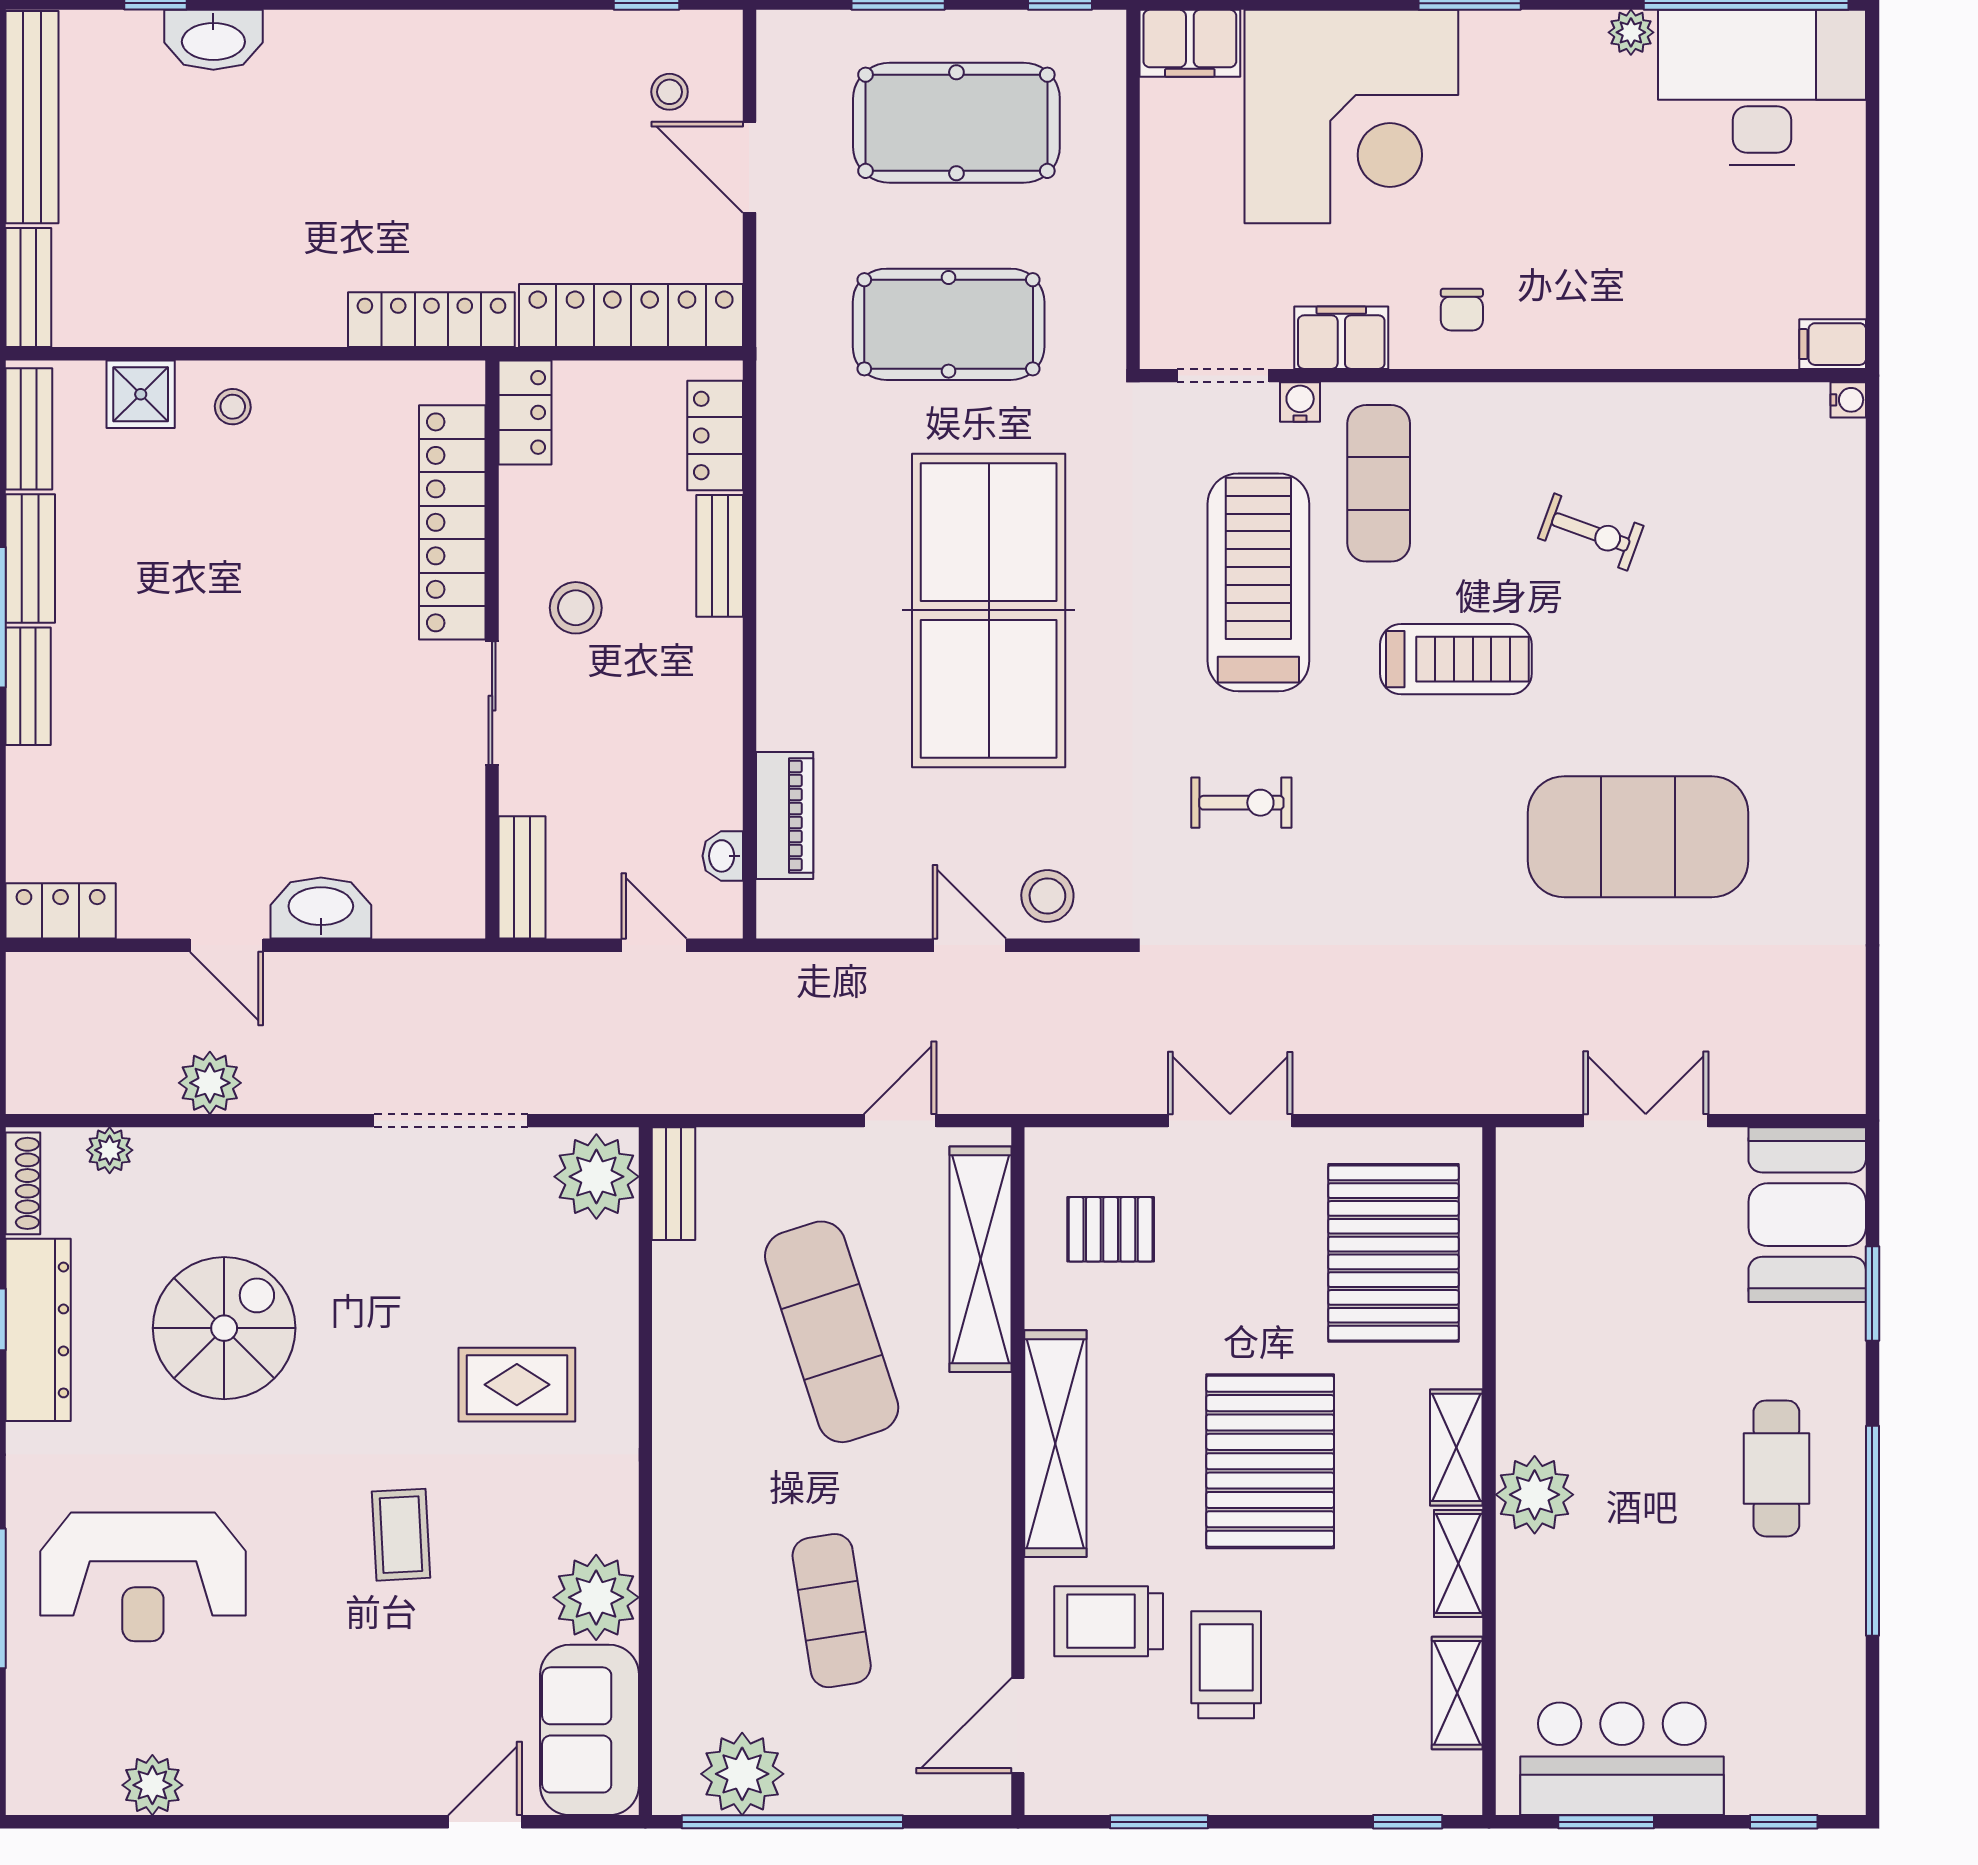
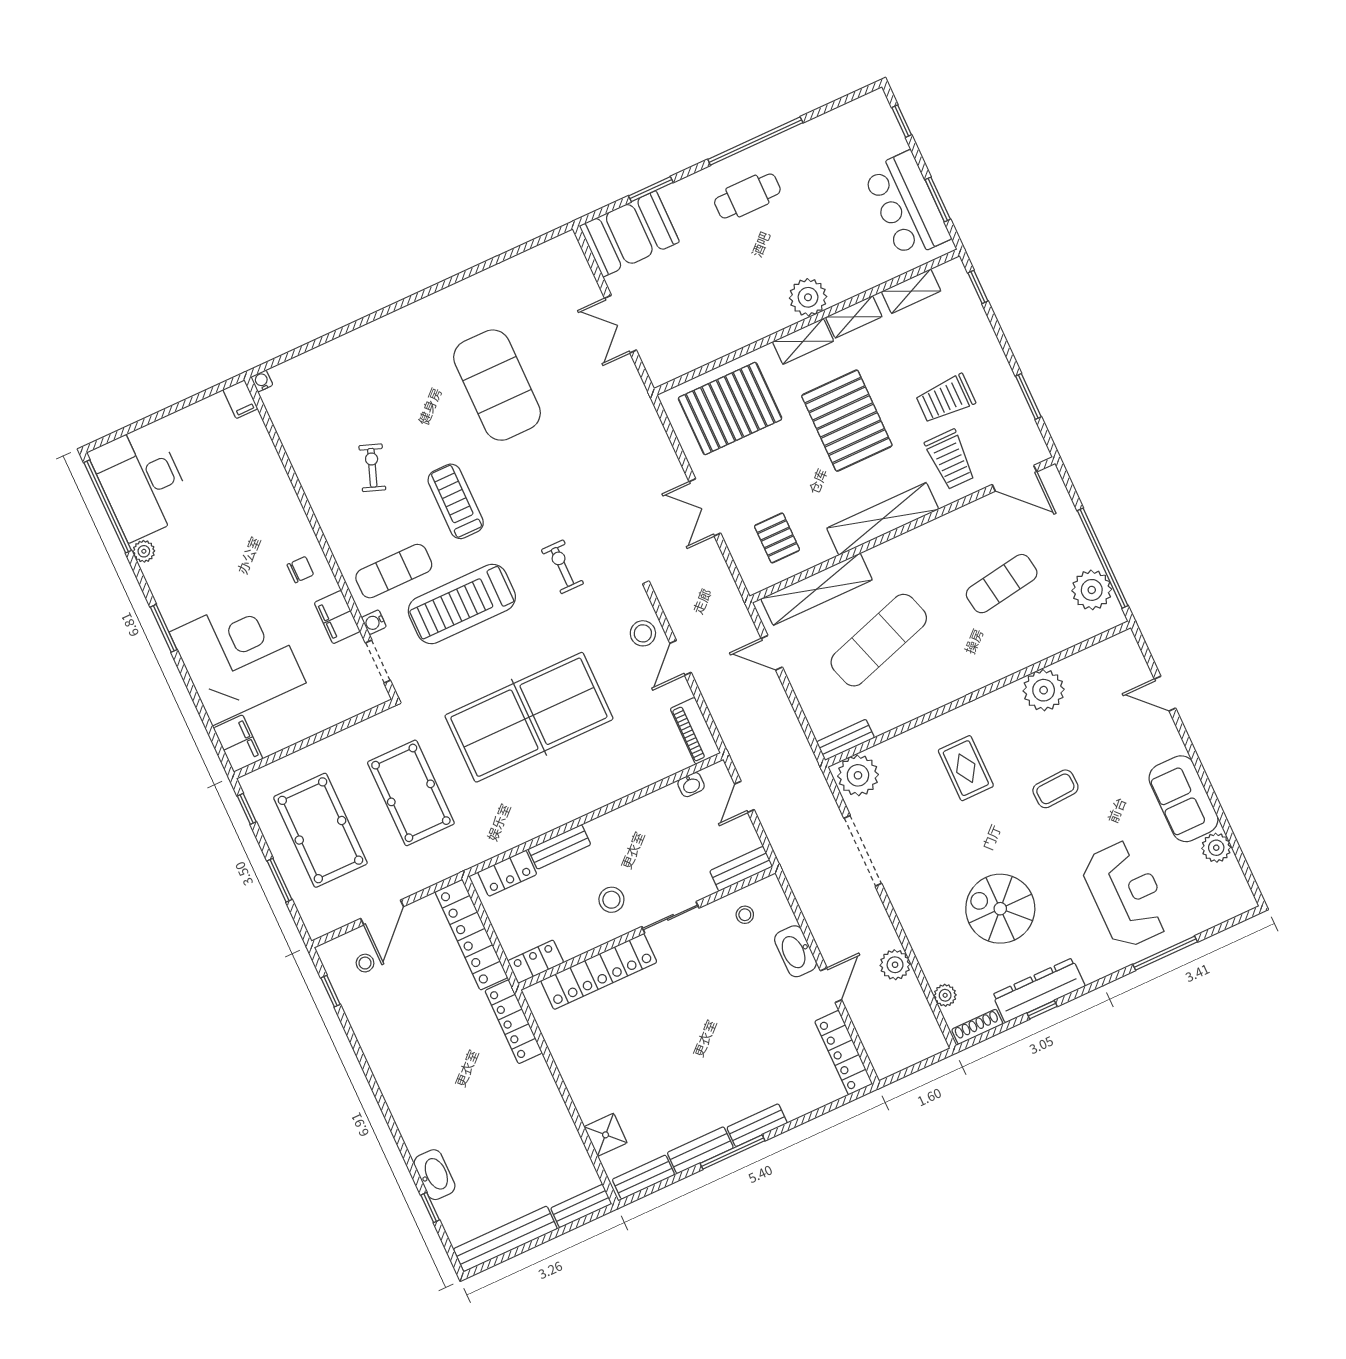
stool: (233, 407) -> (745, 915), moved
piano: (785, 815) -> (695, 731), moved, turned -90
locker: (61, 911) -> (844, 1053), width x1.53
pallet: (1270, 1461) -> (847, 421), turned 90
sofa: (590, 1730) -> (1183, 799), moved, turned 90

